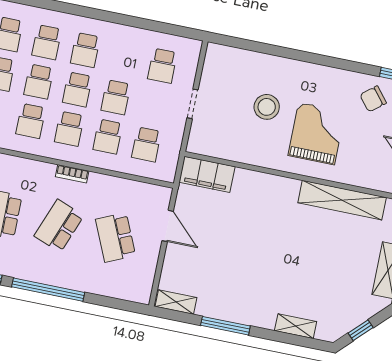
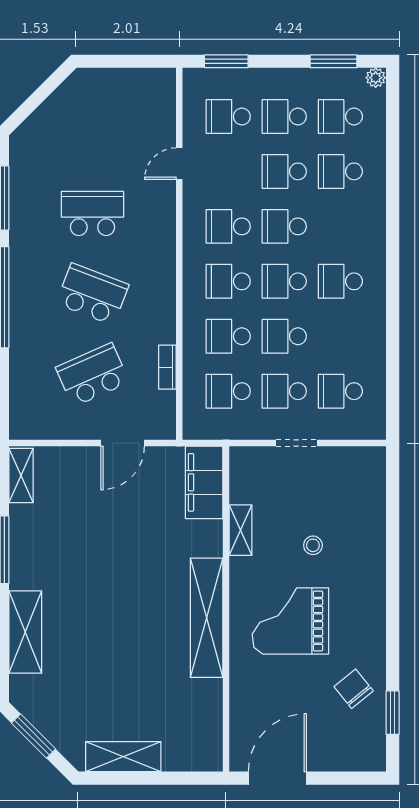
school desk: (47, 42) -> (284, 391), moved
stool: (267, 107) -> (313, 545), width x0.53, depth x0.53
grand piano: (317, 134) -> (290, 621), turned 180
shelving: (246, 156) -> (240, 530), added
bookcase: (72, 174) -> (167, 367), moved
shelving: (342, 200) -> (207, 618), moved
shelving: (296, 326) -> (25, 632), width x1.50, depth x1.33
window: (361, 330) -> (34, 736), width x1.50

